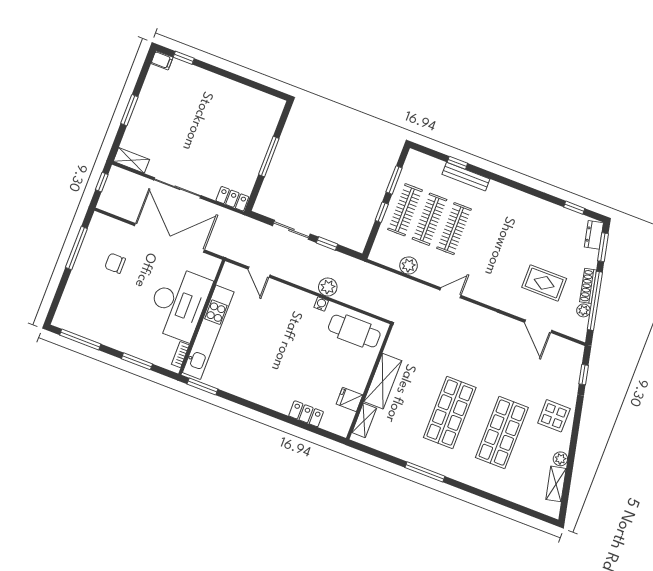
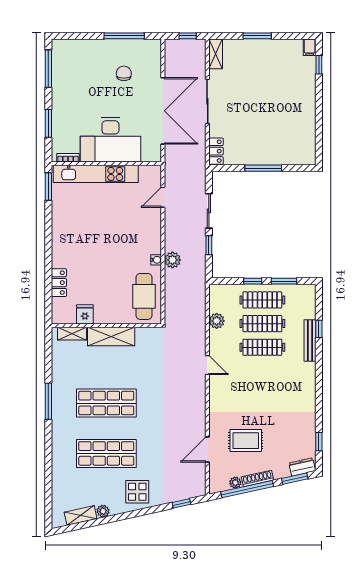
rug: (544, 283) -> (246, 441), turned 90

